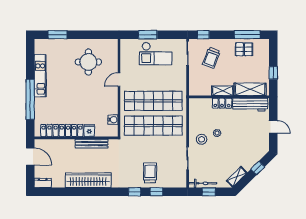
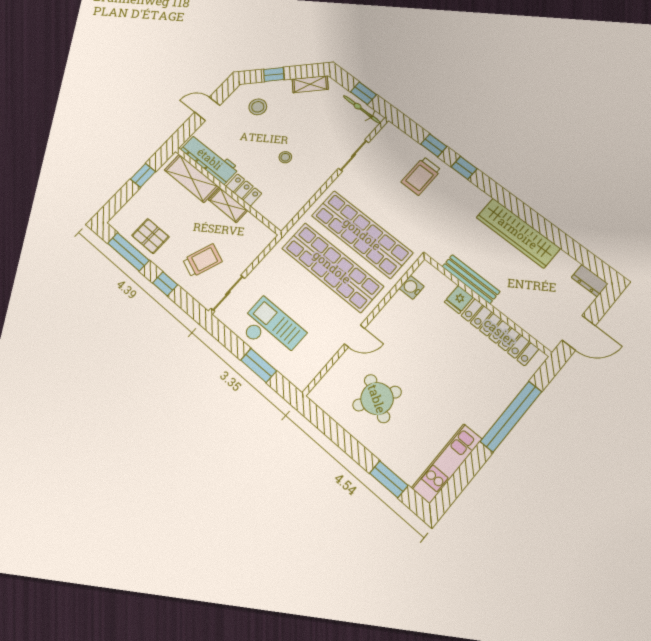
window: (203, 35) -> (165, 284), moved
round table: (88, 62) -> (377, 399), turned 30
kitchen unit: (40, 76) -> (447, 463), moved
door: (273, 127) -> (207, 109), hinge flipped
stool: (202, 139) -> (258, 107), moved
door: (30, 156) -> (579, 333), swing flipped

